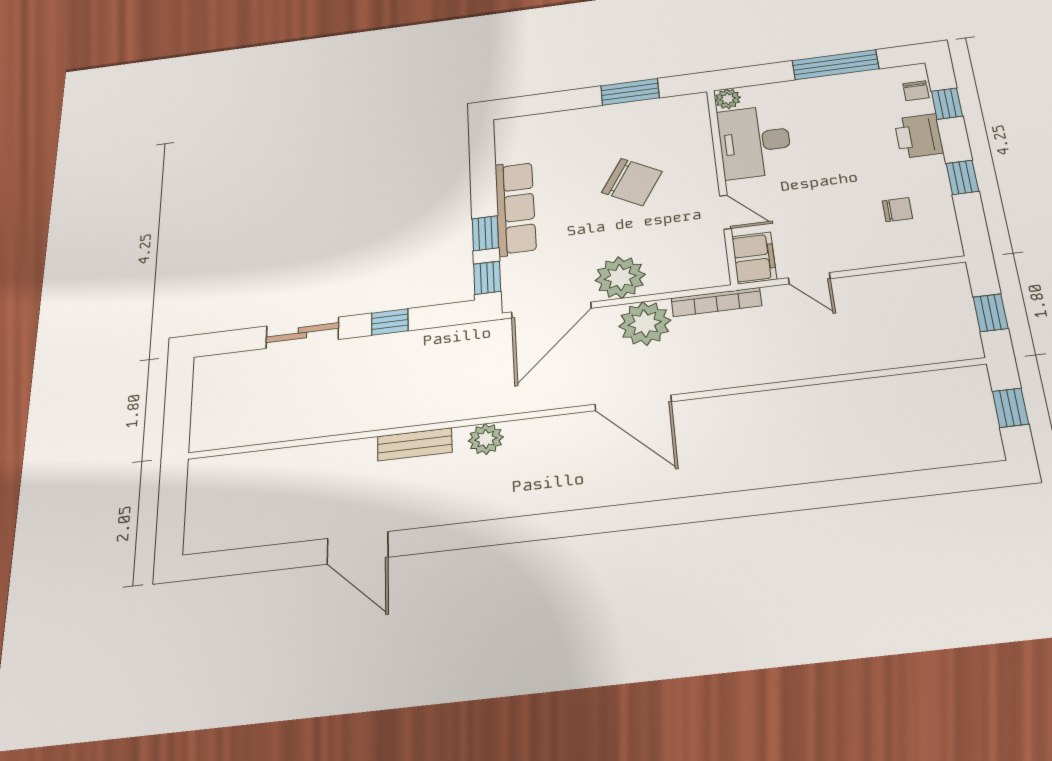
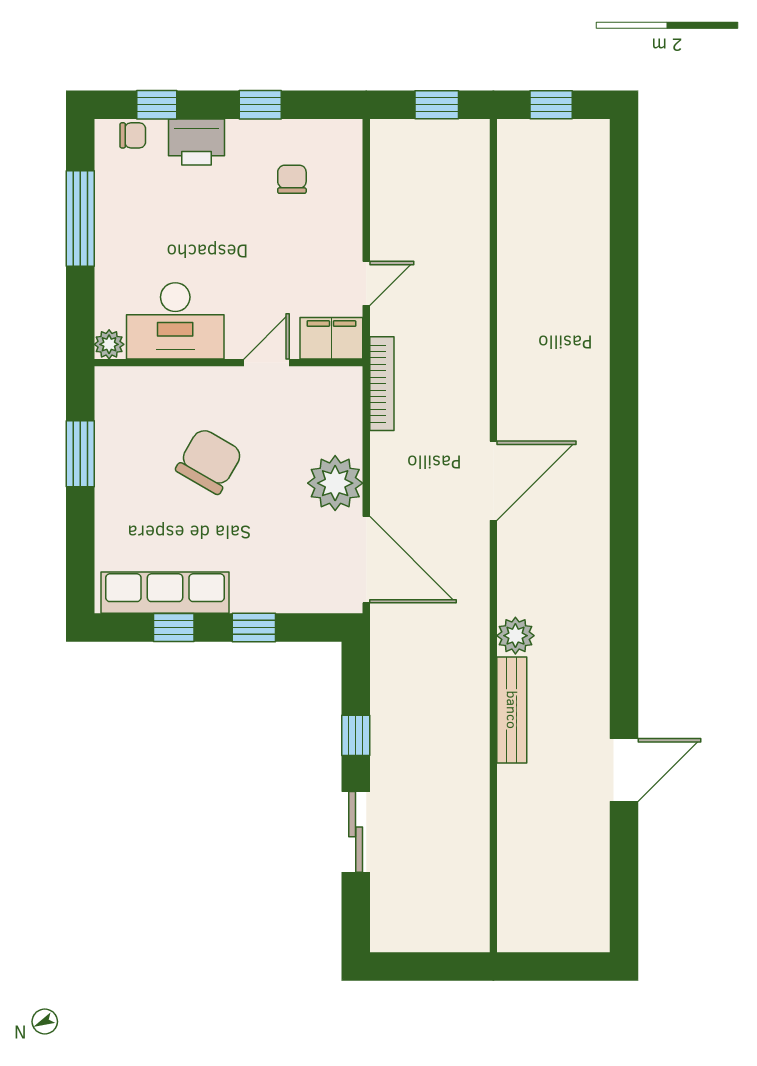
row of seats: (515, 208) -> (165, 593), moved
window: (487, 278) -> (174, 627), moved
plant: (645, 323) -> (398, 461), removed
bench: (415, 444) -> (512, 710), width x1.36

